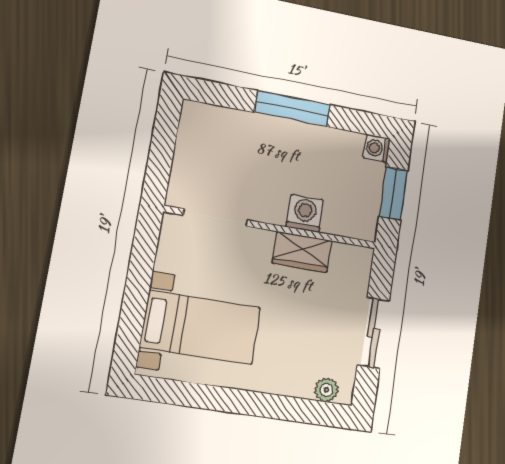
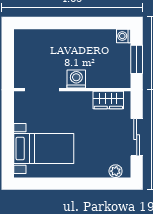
window: (292, 109) -> (73, 23), removed
washing machine: (305, 213) -> (76, 79), moved
wardrobe: (302, 252) -> (108, 100), moved

